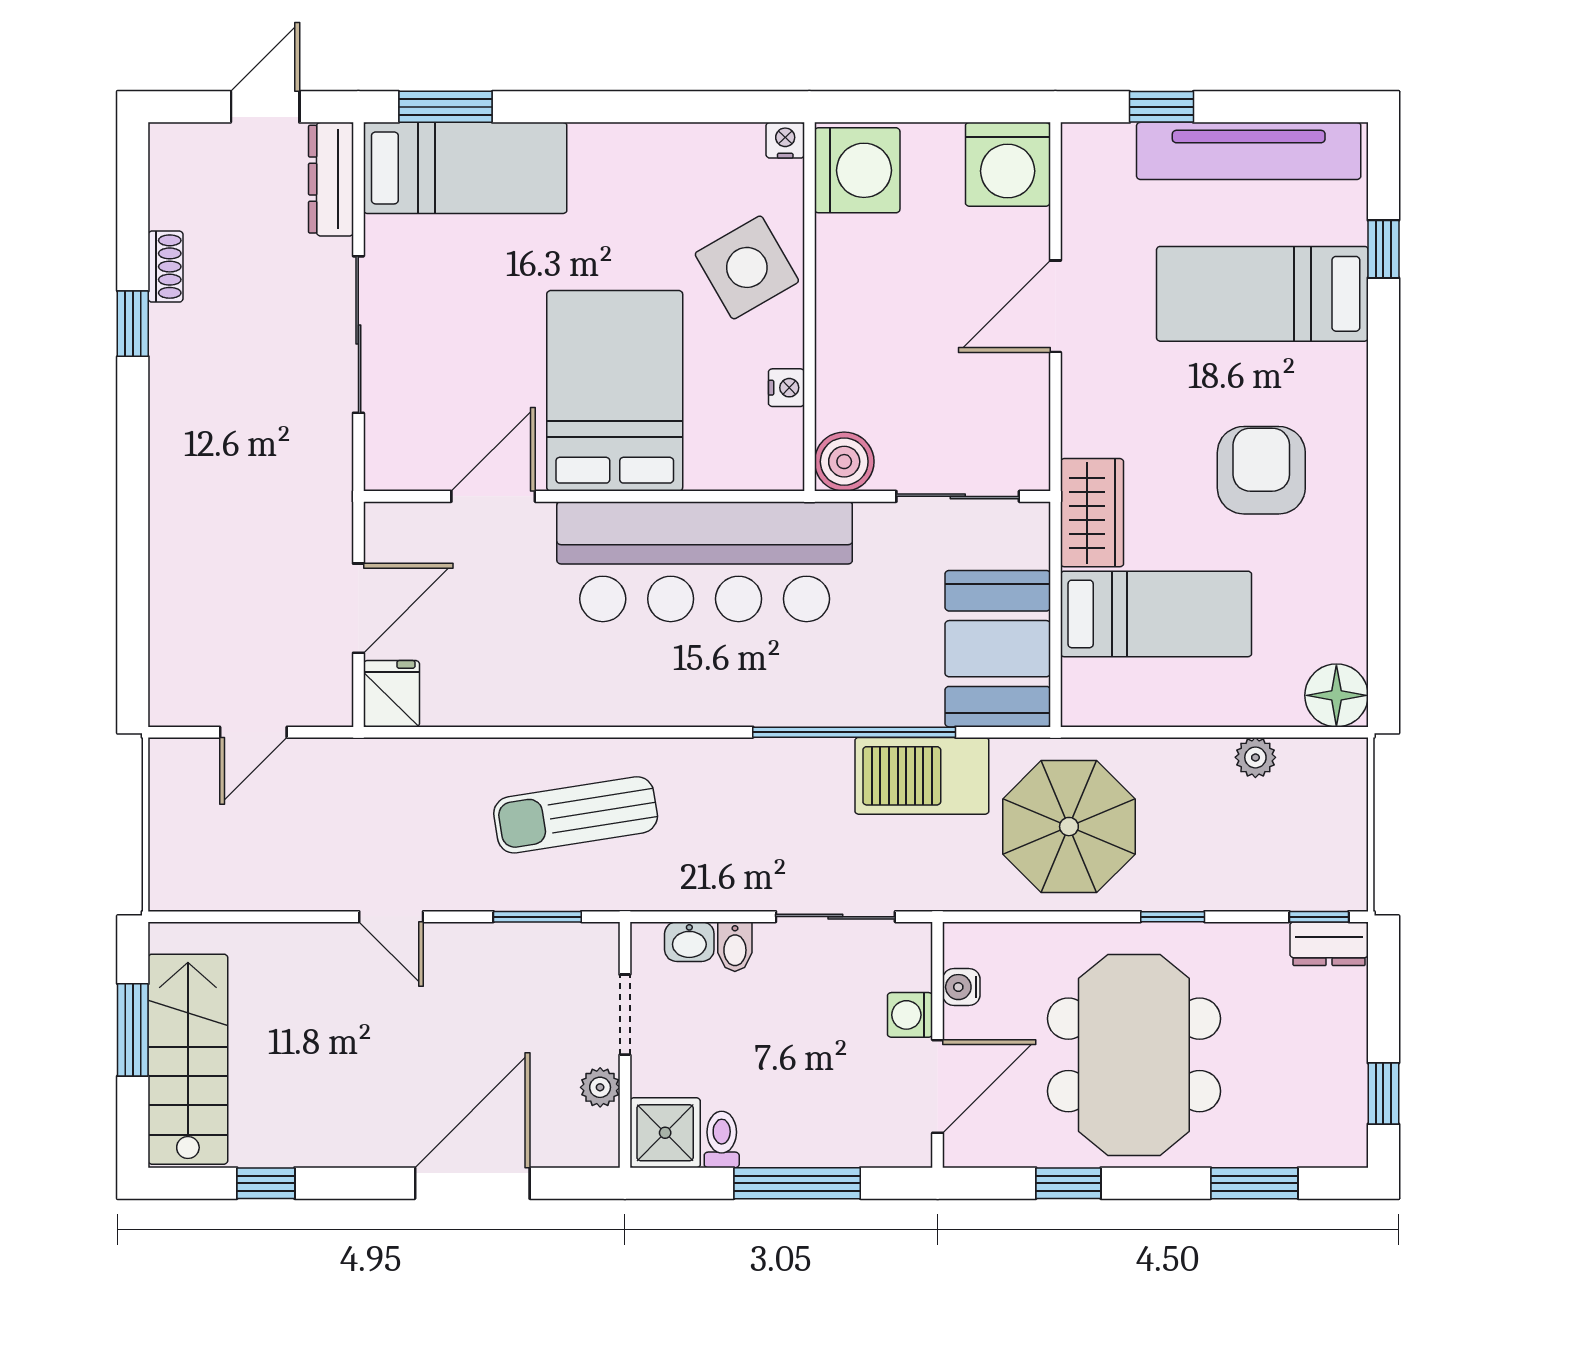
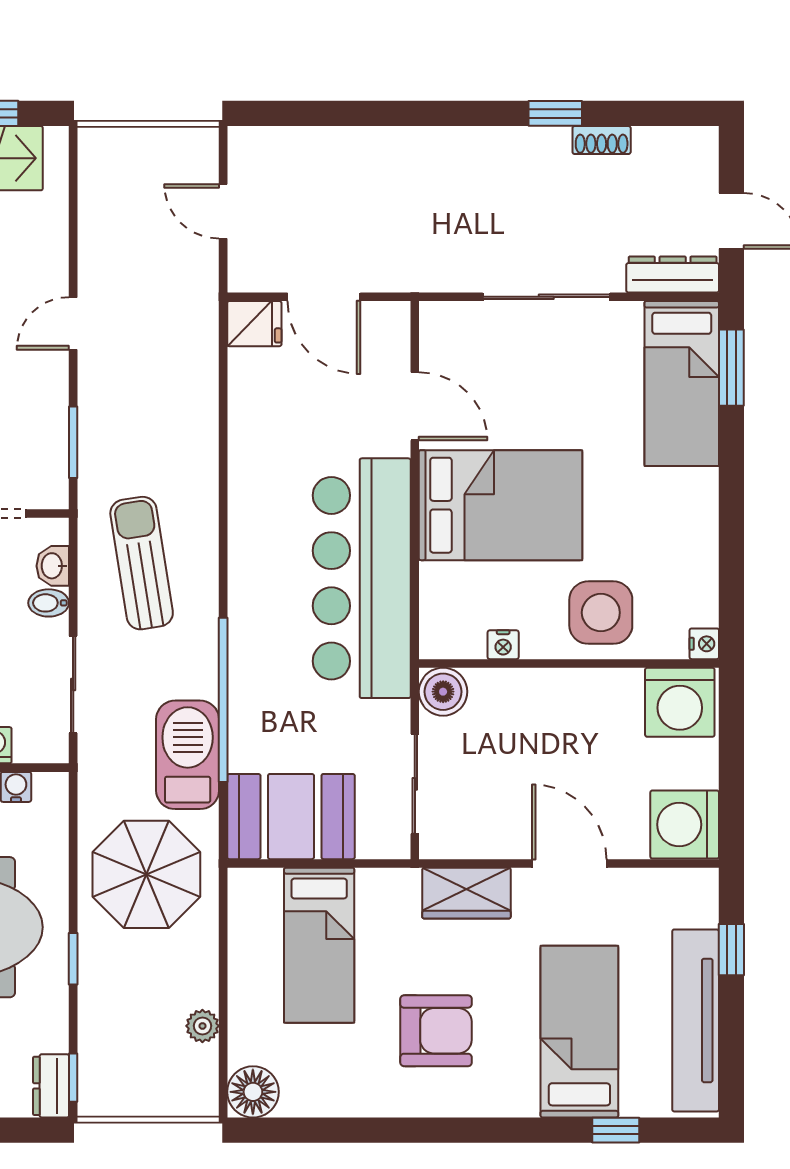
side table: (747, 267) -> (601, 613), turned 30
wardrobe: (1092, 513) -> (466, 893), moved
sun lounger: (576, 815) -> (142, 563), moved

